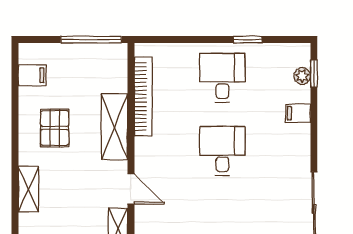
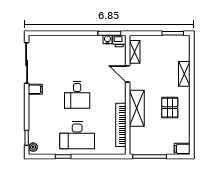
filing cabinet: (32, 75) -> (182, 149), moved
plant: (302, 76) -> (33, 147), moved
desk: (222, 78) -> (77, 135), width x1.37
filing cabinet: (298, 113) -> (35, 89), moved

